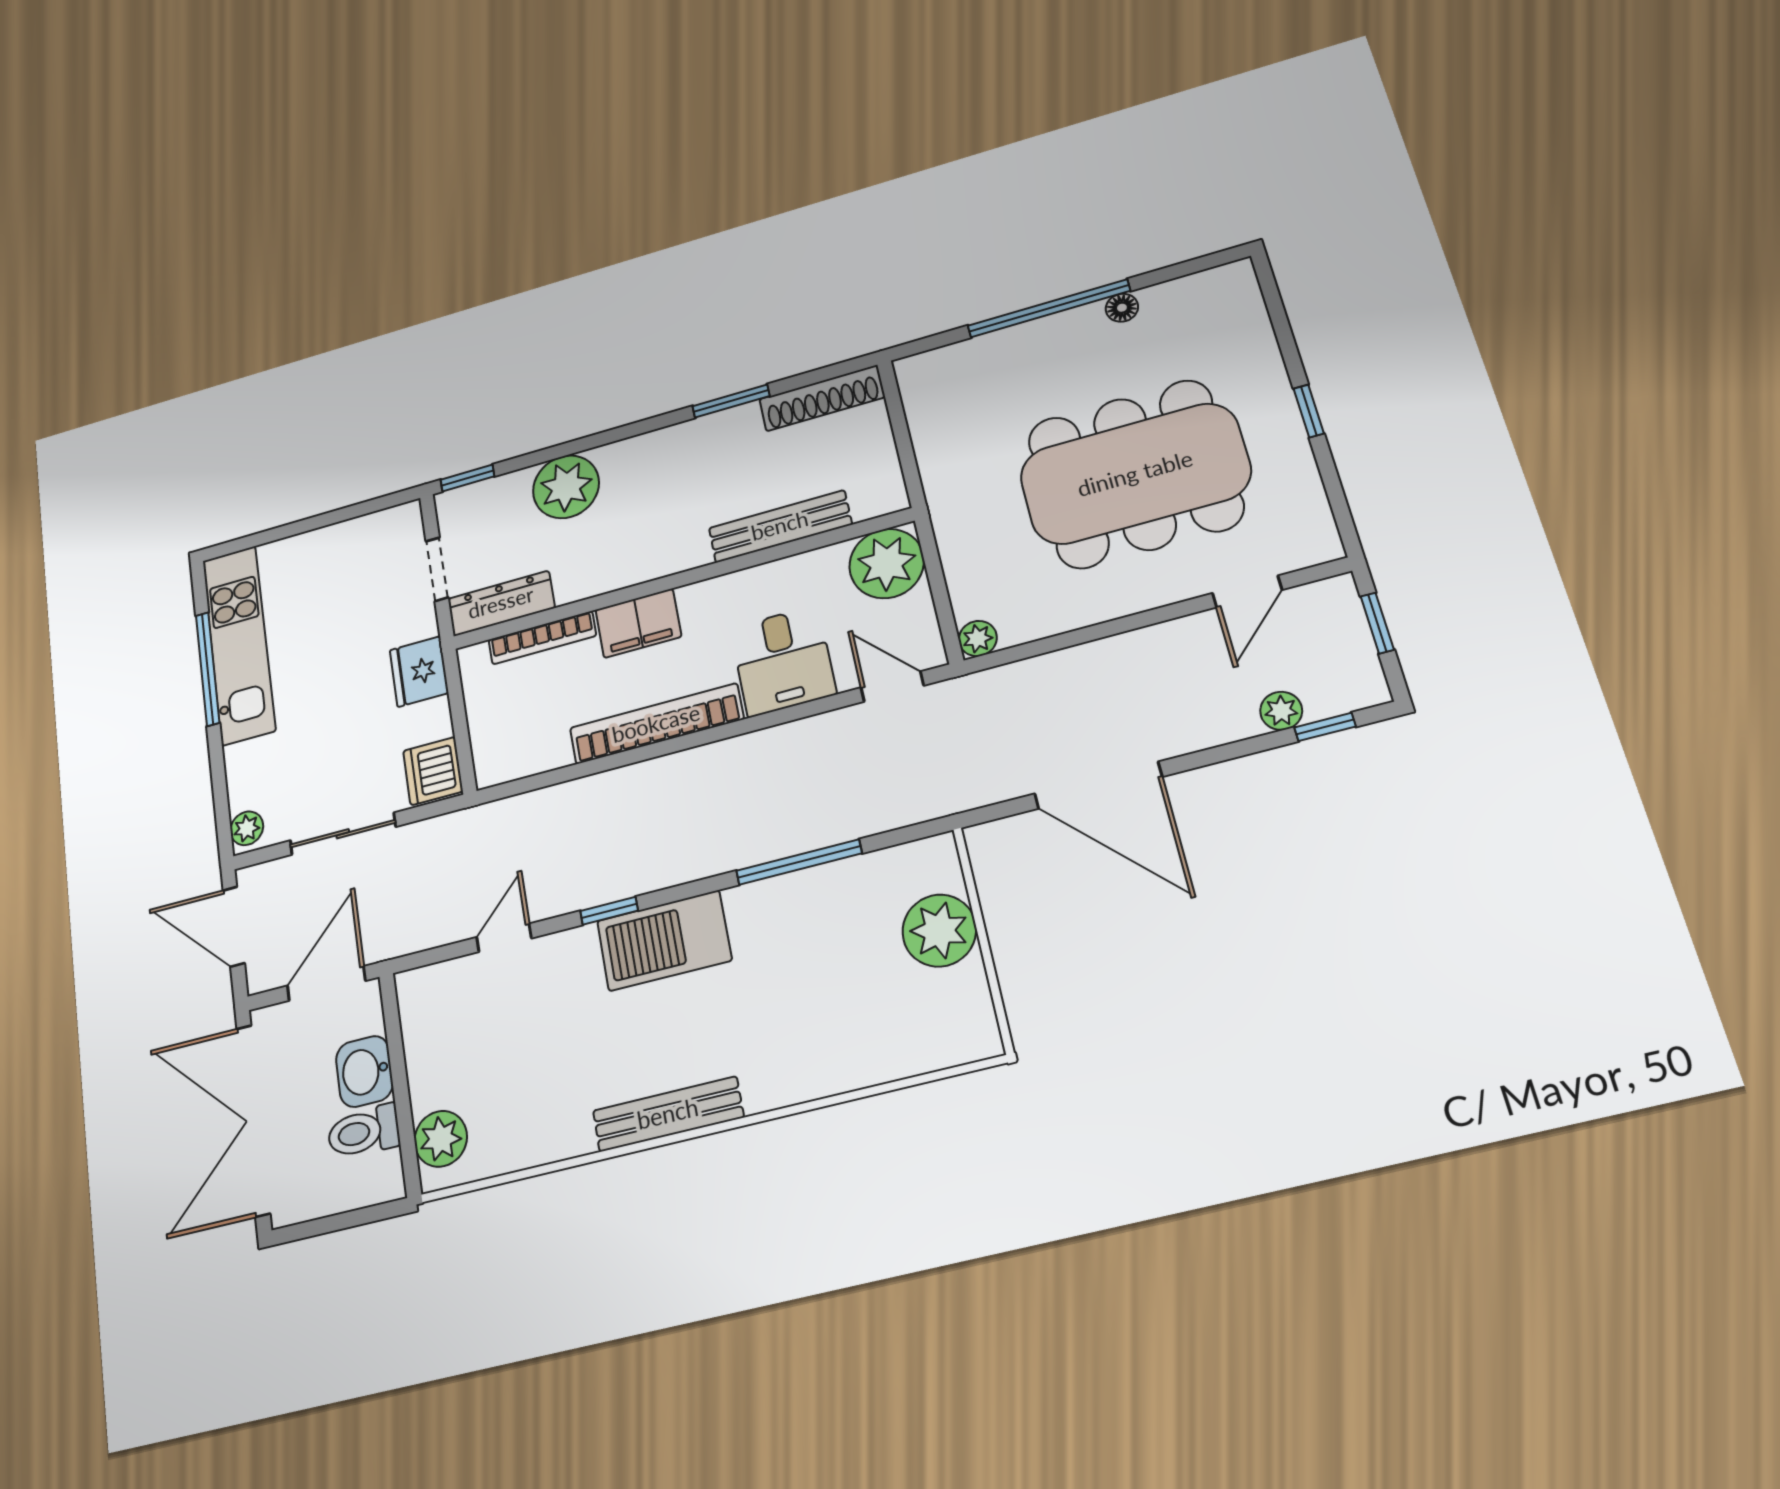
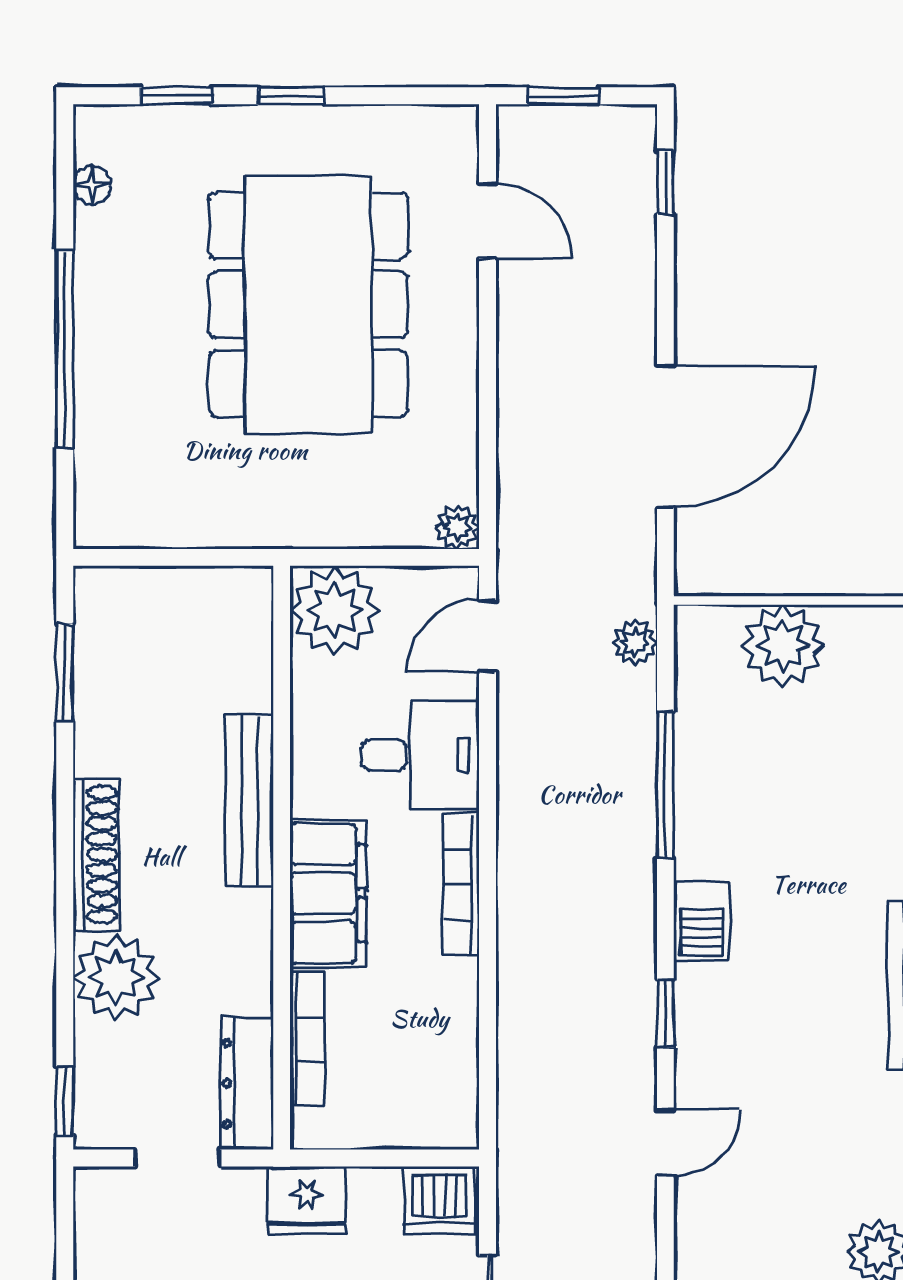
floor lamp: (1122, 308) -> (92, 185), moved
window: (1282, 327) -> (176, 96), added
shoe rack: (822, 398) -> (96, 854), moved
window: (731, 401) -> (65, 673), moved
bench: (780, 526) -> (249, 801), moved
filing cabinet: (638, 623) -> (328, 894), width x1.50, depth x1.17
plant: (1281, 711) -> (635, 642), moved
bookcase: (656, 724) -> (461, 885), width x0.68, depth x0.76
door: (504, 938) -> (665, 1143), swing flipped
barbecue: (664, 941) -> (702, 921), width x0.53, depth x0.65

